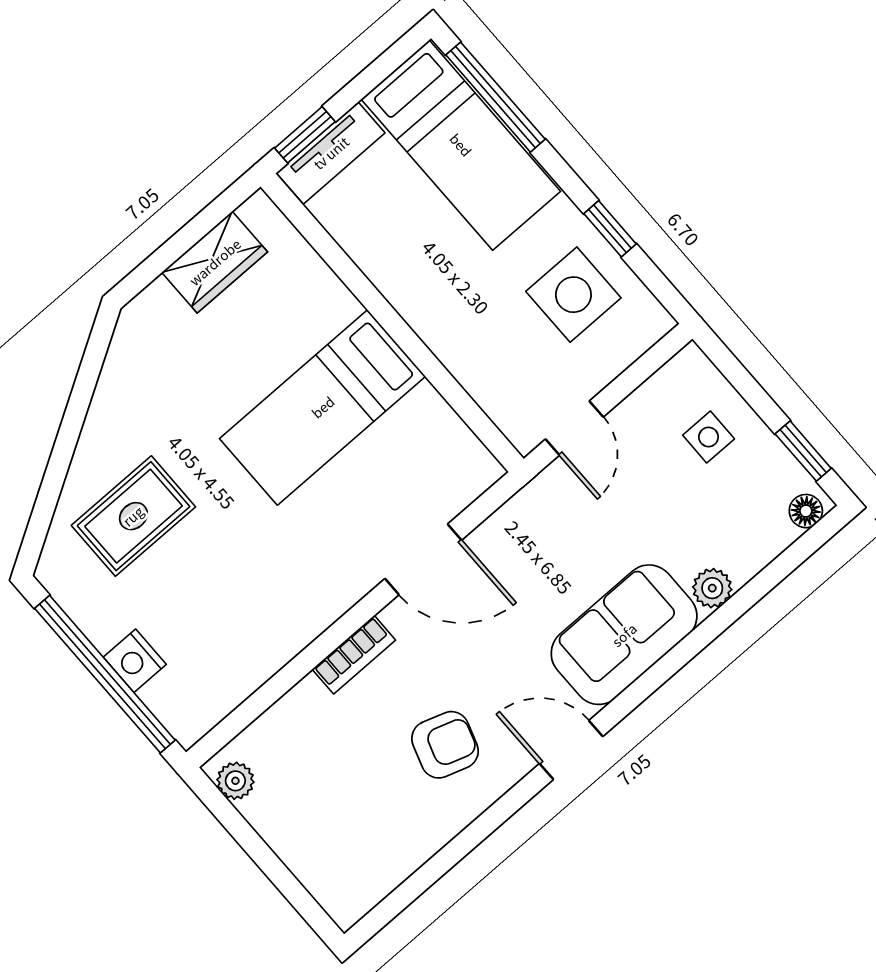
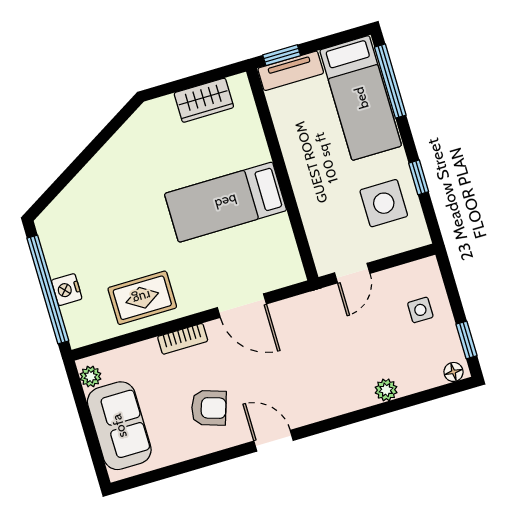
rug: (133, 516) -> (142, 298), moved
sofa: (624, 635) -> (119, 426), moved, turned 90

